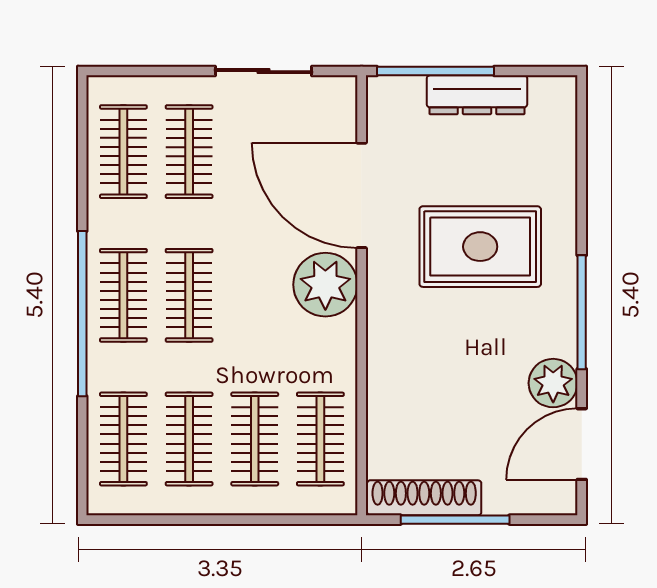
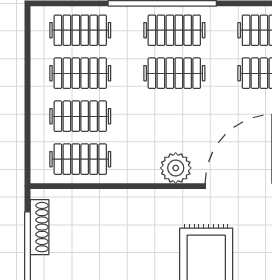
plant: (325, 285) -> (176, 168), width x0.73, depth x0.73
shoe rack: (424, 498) -> (40, 227), width x0.74, depth x0.81

